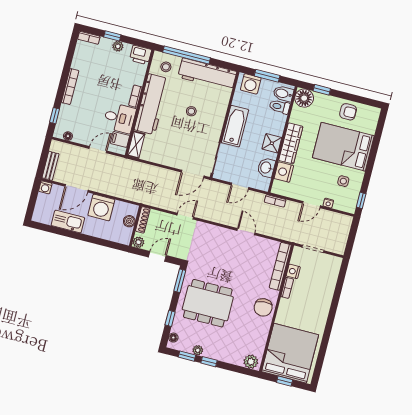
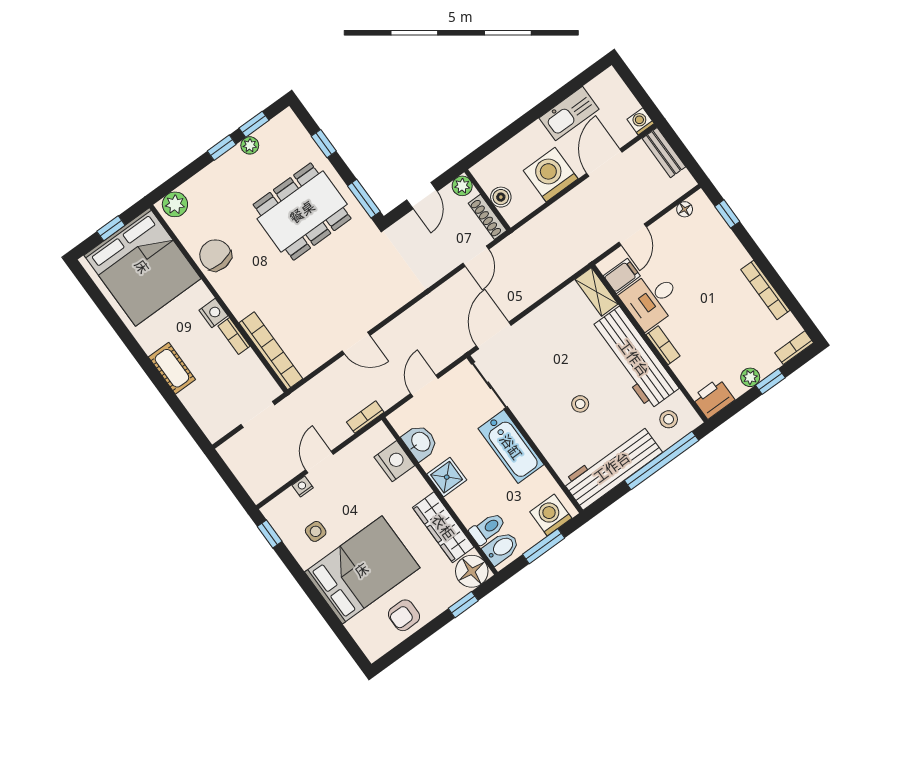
bookcase: (70, 87) -> (765, 290), moved
wardrobe: (291, 143) -> (443, 527), moved
door: (185, 216) -> (476, 256), moved
nightstand: (293, 271) -> (214, 313), moved
cot: (324, 303) -> (172, 368), added
chair: (263, 307) -> (215, 255), moved
floor lamp: (173, 338) -> (294, 126), removed

